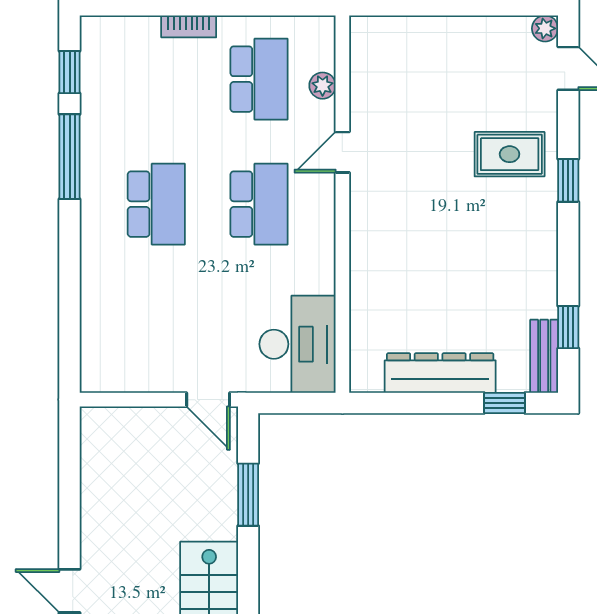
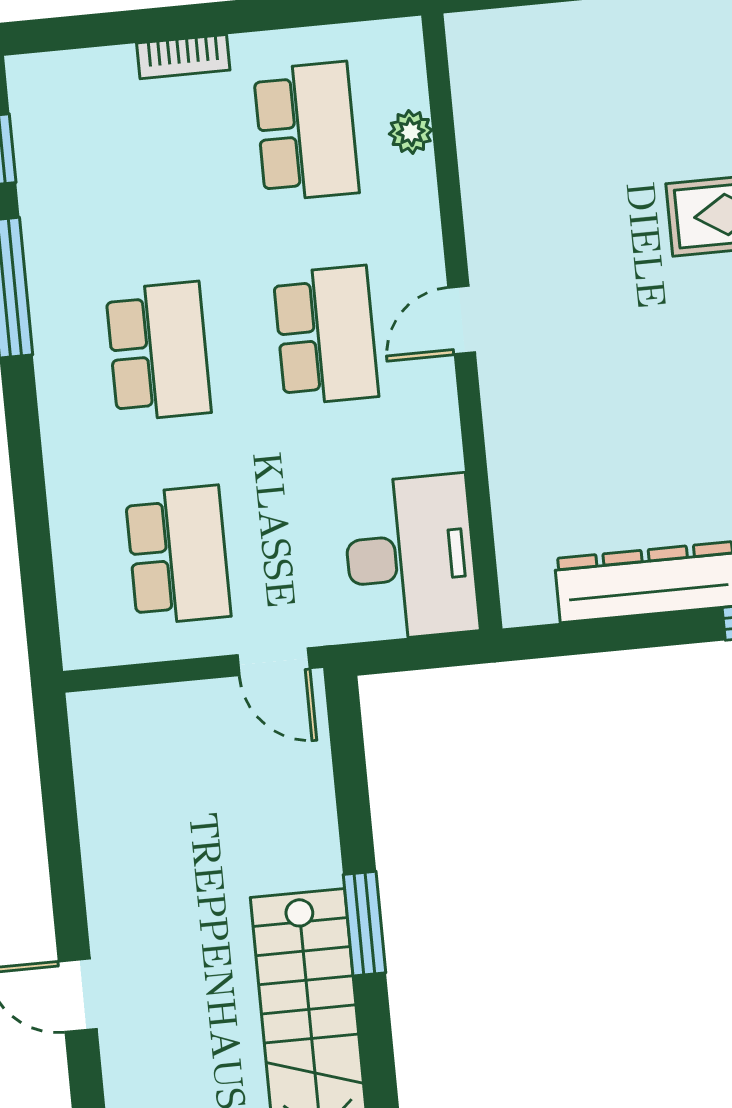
door: (342, 152) -> (462, 320), moved
school desk: (156, 329) -> (178, 555), added
window: (248, 495) -> (365, 924), moved

